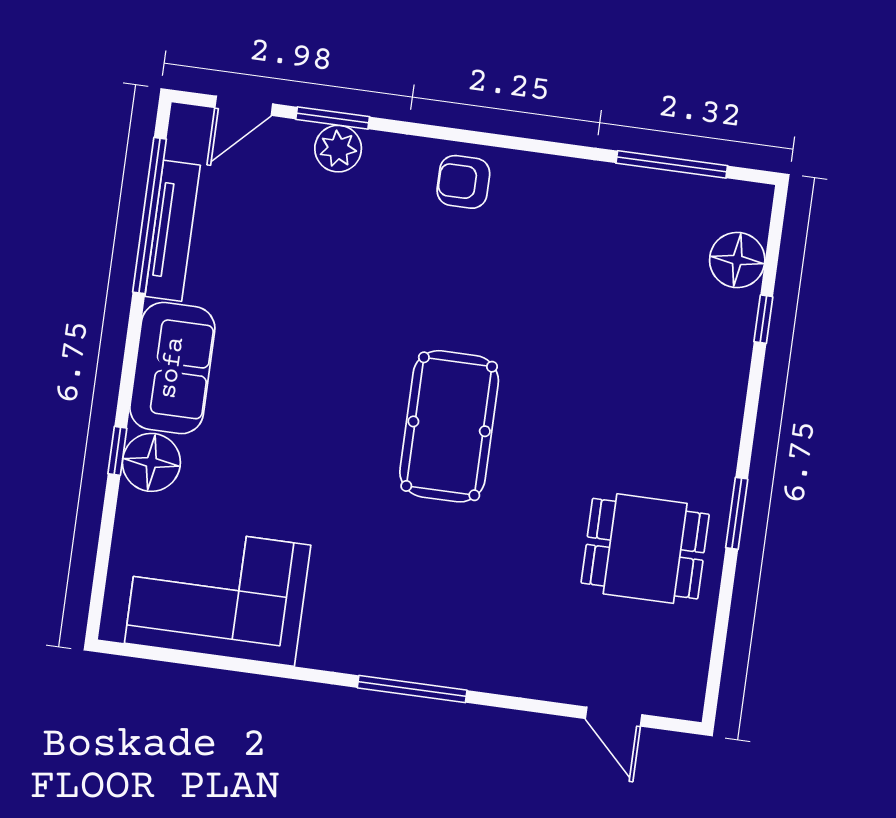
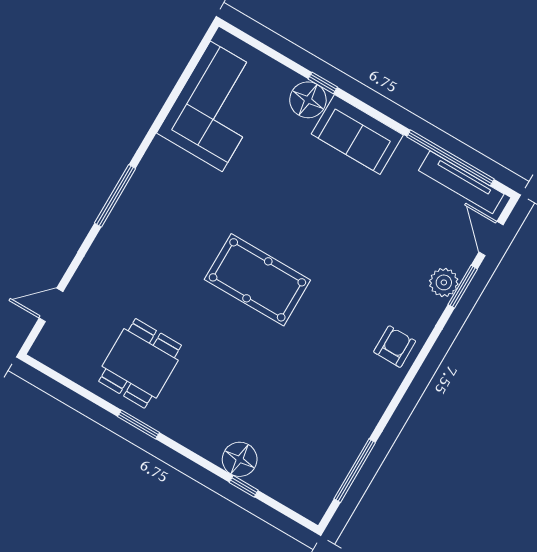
tv unit: (173, 231) -> (461, 182), moved
floor lamp: (737, 260) -> (240, 459), moved

